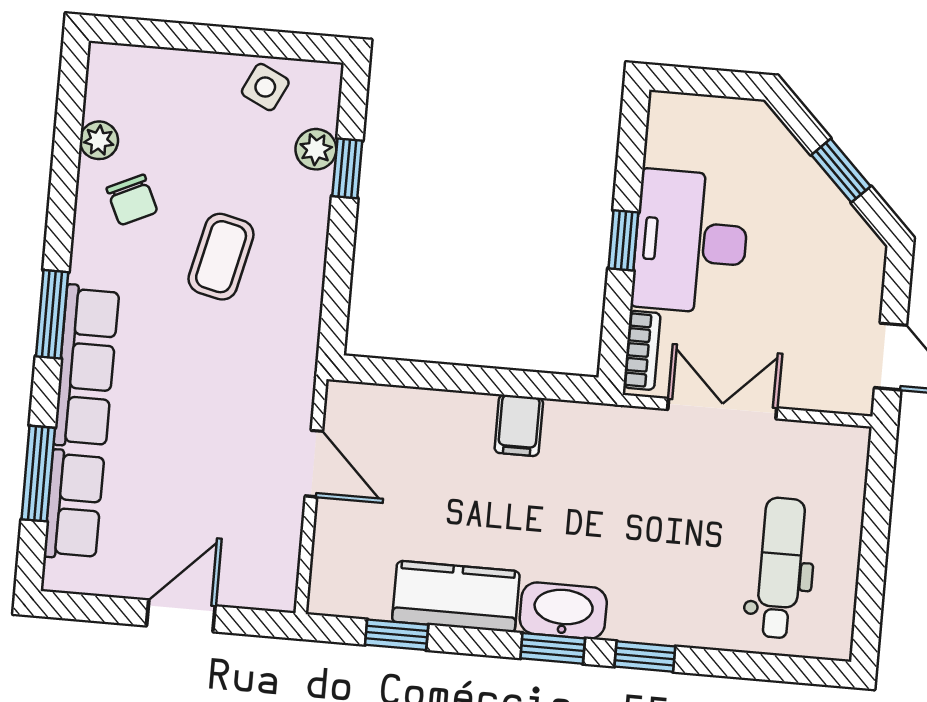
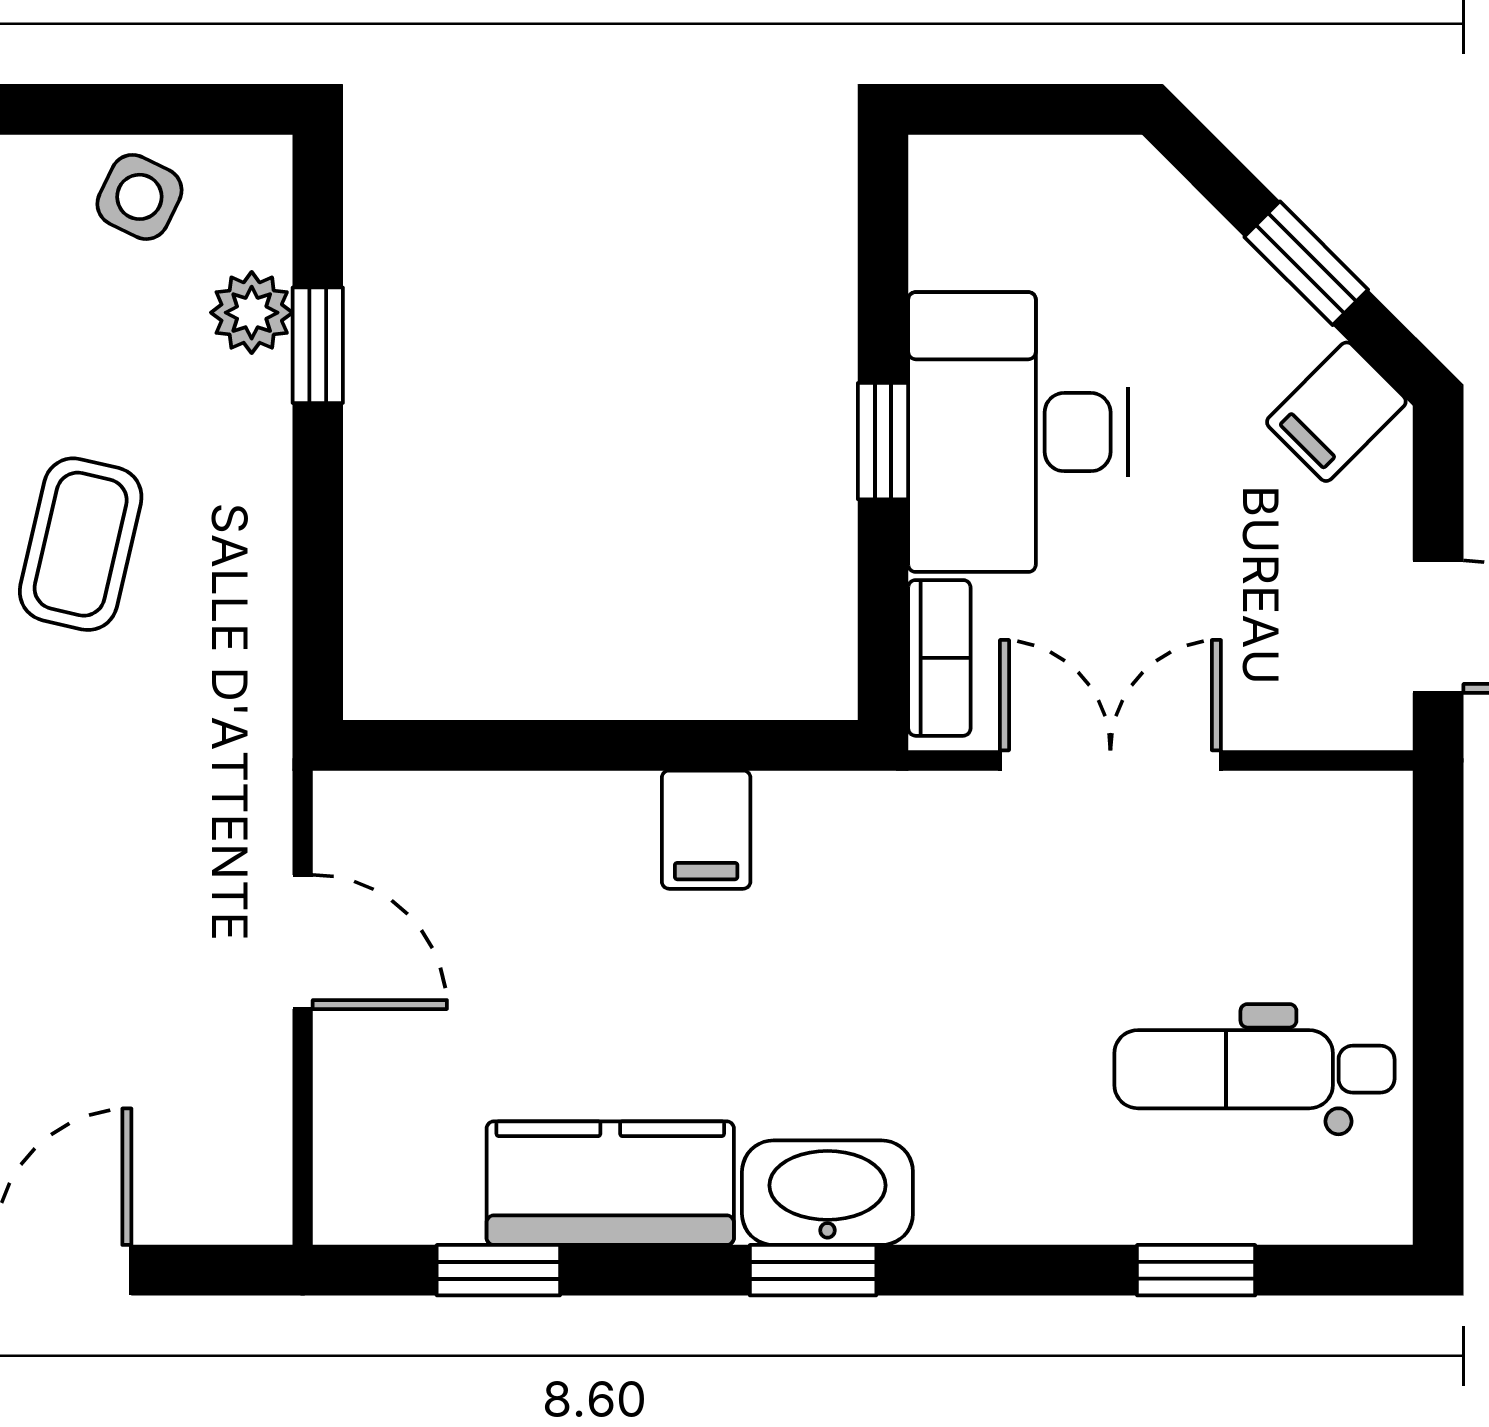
filing cabinet: (849, 245) -> (1336, 412), added
dental chair: (780, 568) -> (1254, 1069), turned -90
window: (645, 656) -> (1196, 1270), moved

